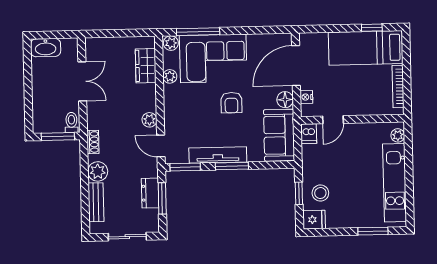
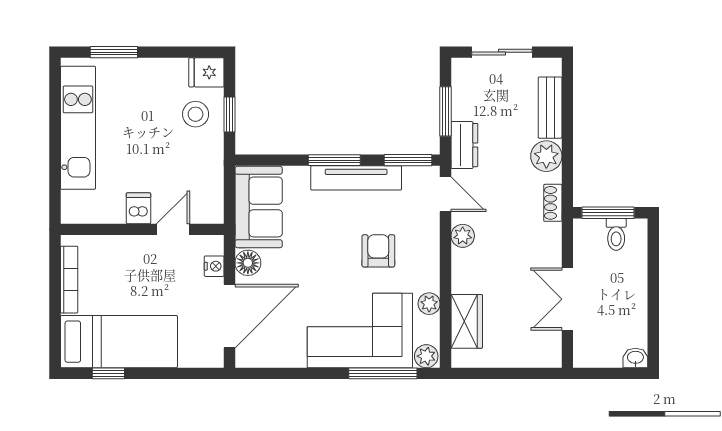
washbasin: (46, 48) -> (635, 358), width x0.52, depth x0.69
armchair: (231, 103) -> (378, 251), moved
toilet: (71, 123) -> (616, 234), moved
dishwasher: (309, 134) -> (138, 208), moved
plant: (398, 135) -> (71, 202), removed
dresser: (150, 193) -> (464, 145), moved

